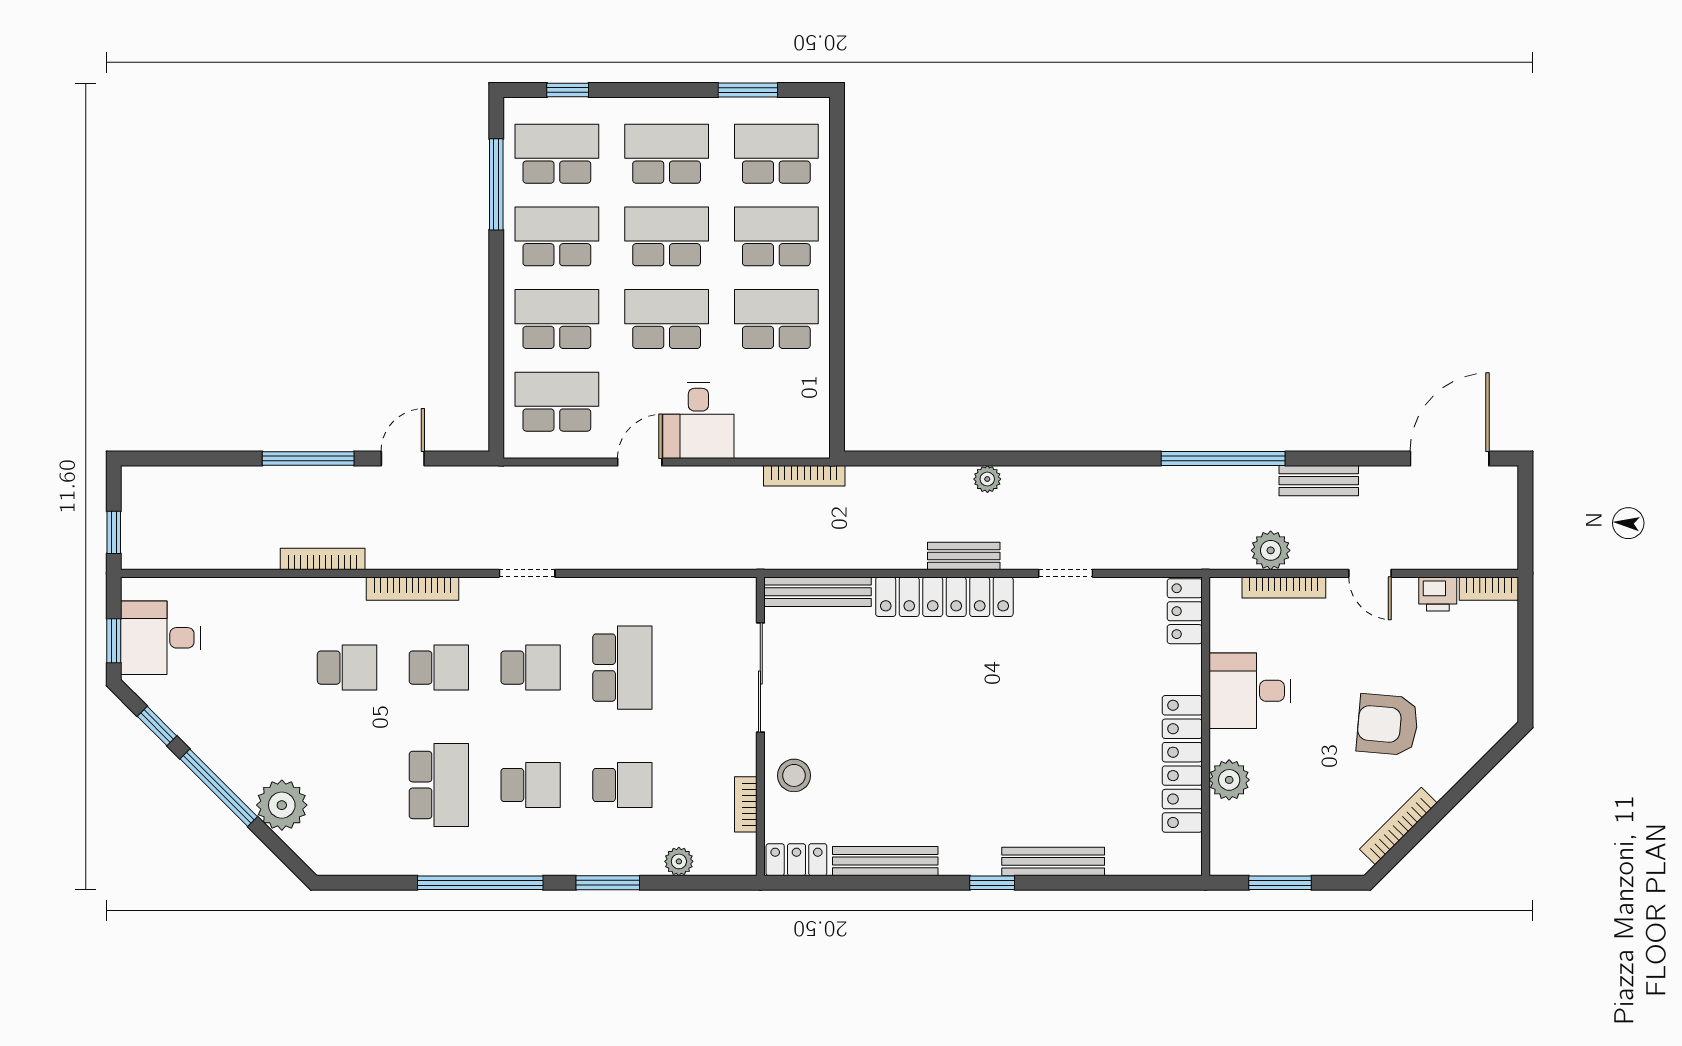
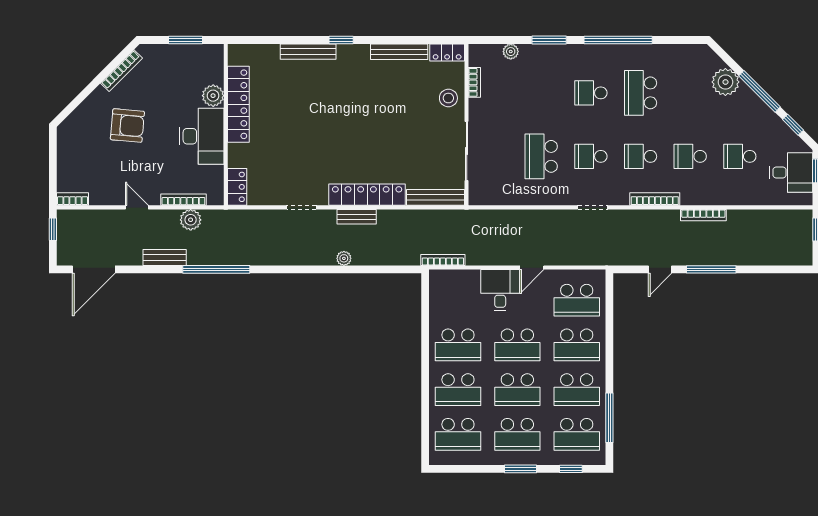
window: (748, 90) -> (520, 469), moved
window: (1525, 533) -> (53, 229), added
printer: (1438, 594) -> (100, 196), removed
desk: (1250, 691) -> (202, 136), width x1.37
school desk: (622, 785) -> (740, 156), moved

